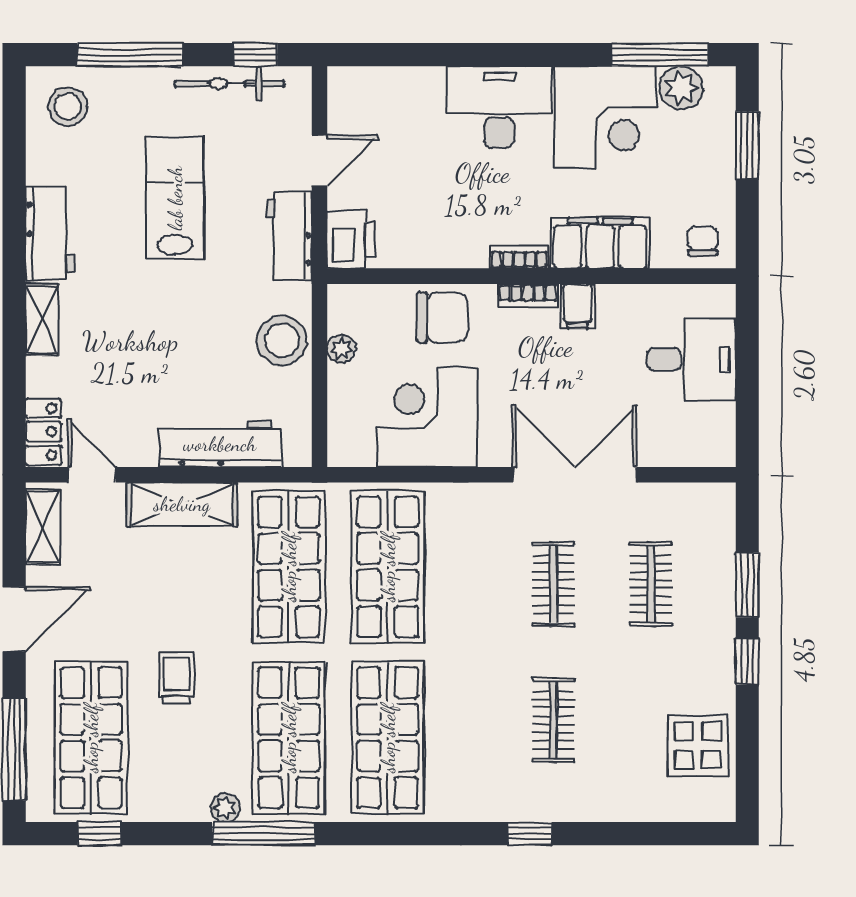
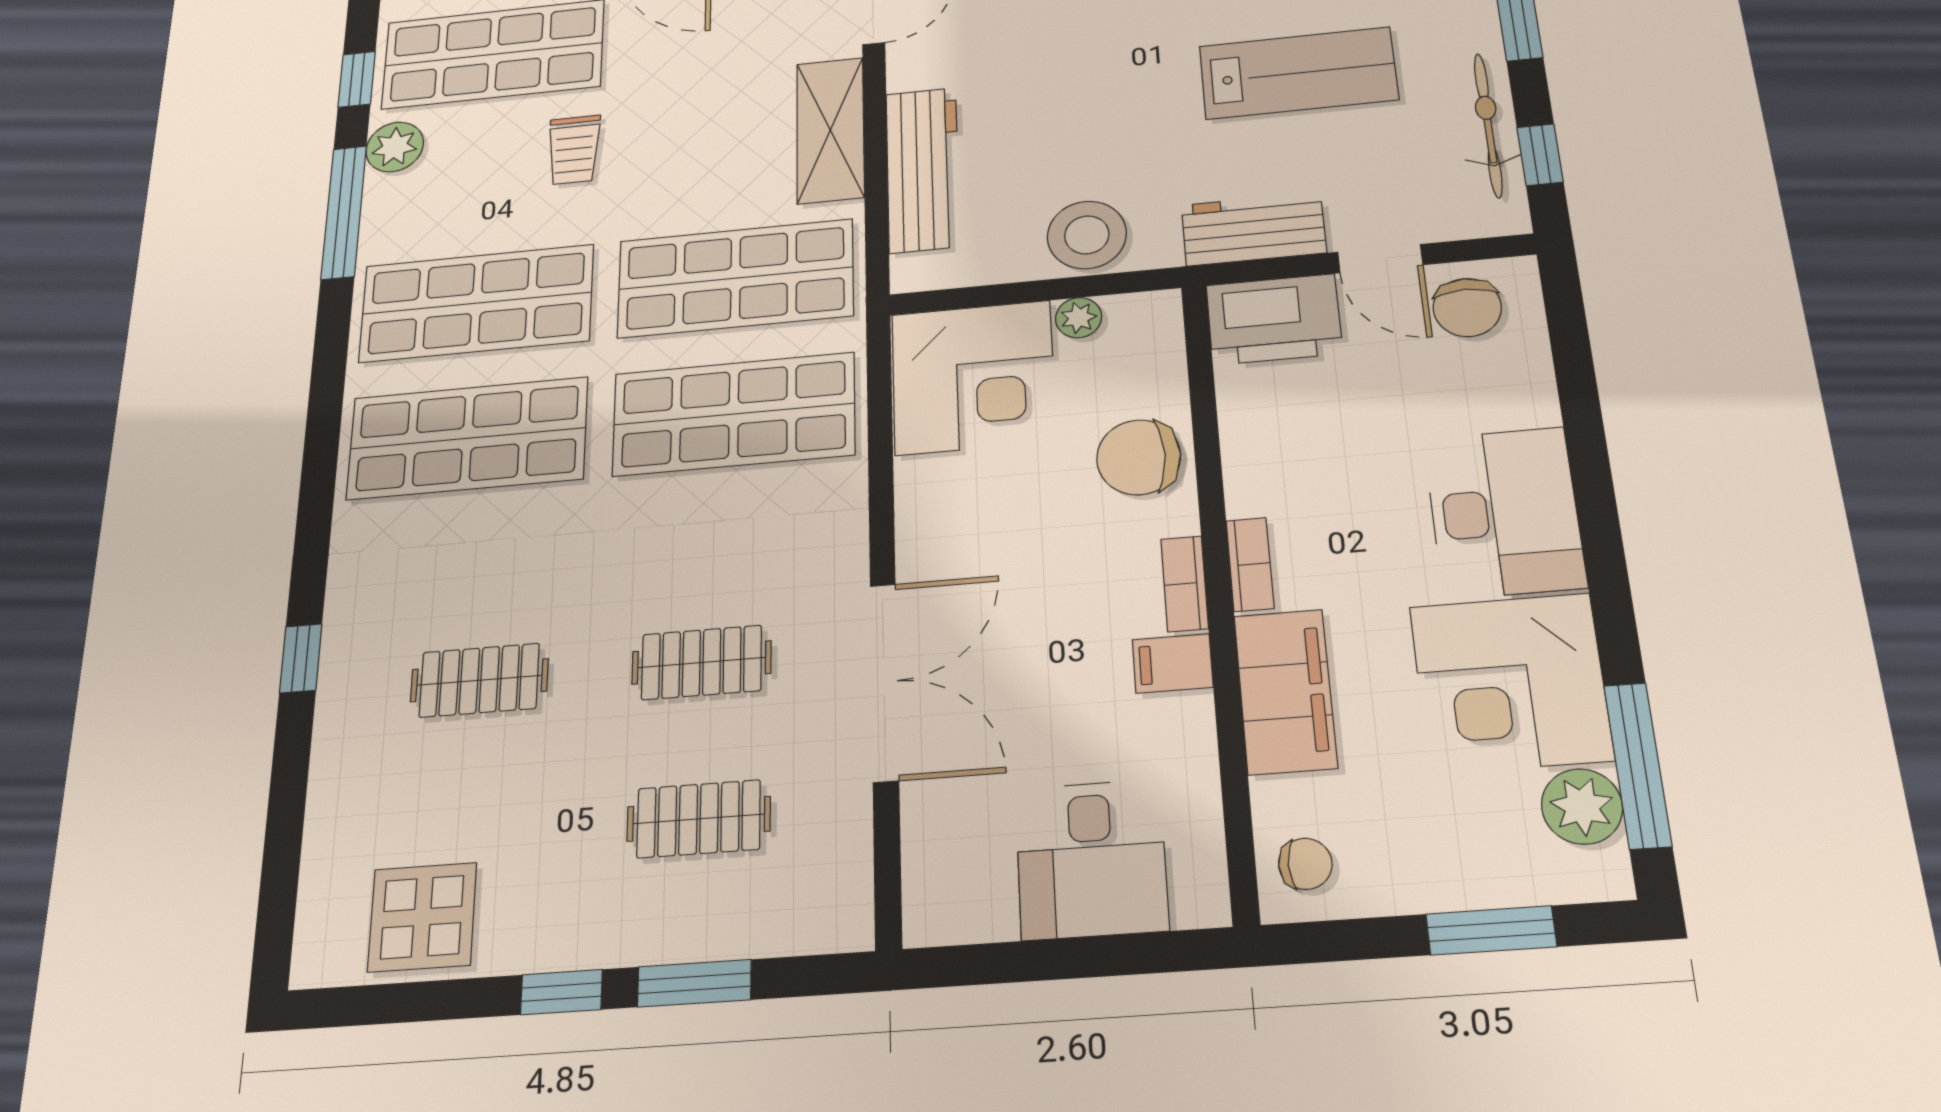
chair: (360, 112) -> (1467, 308), added
printer: (351, 240) -> (1274, 319), width x1.37, depth x1.19
chair: (442, 317) -> (1139, 457), turned 90
corner desk: (427, 417) -> (973, 377), moved, turned 90
trolley: (177, 678) -> (574, 150), turned 90
plant: (225, 808) -> (395, 147), moved, width x1.38, depth x1.38
window: (264, 834) -> (344, 212), moved

